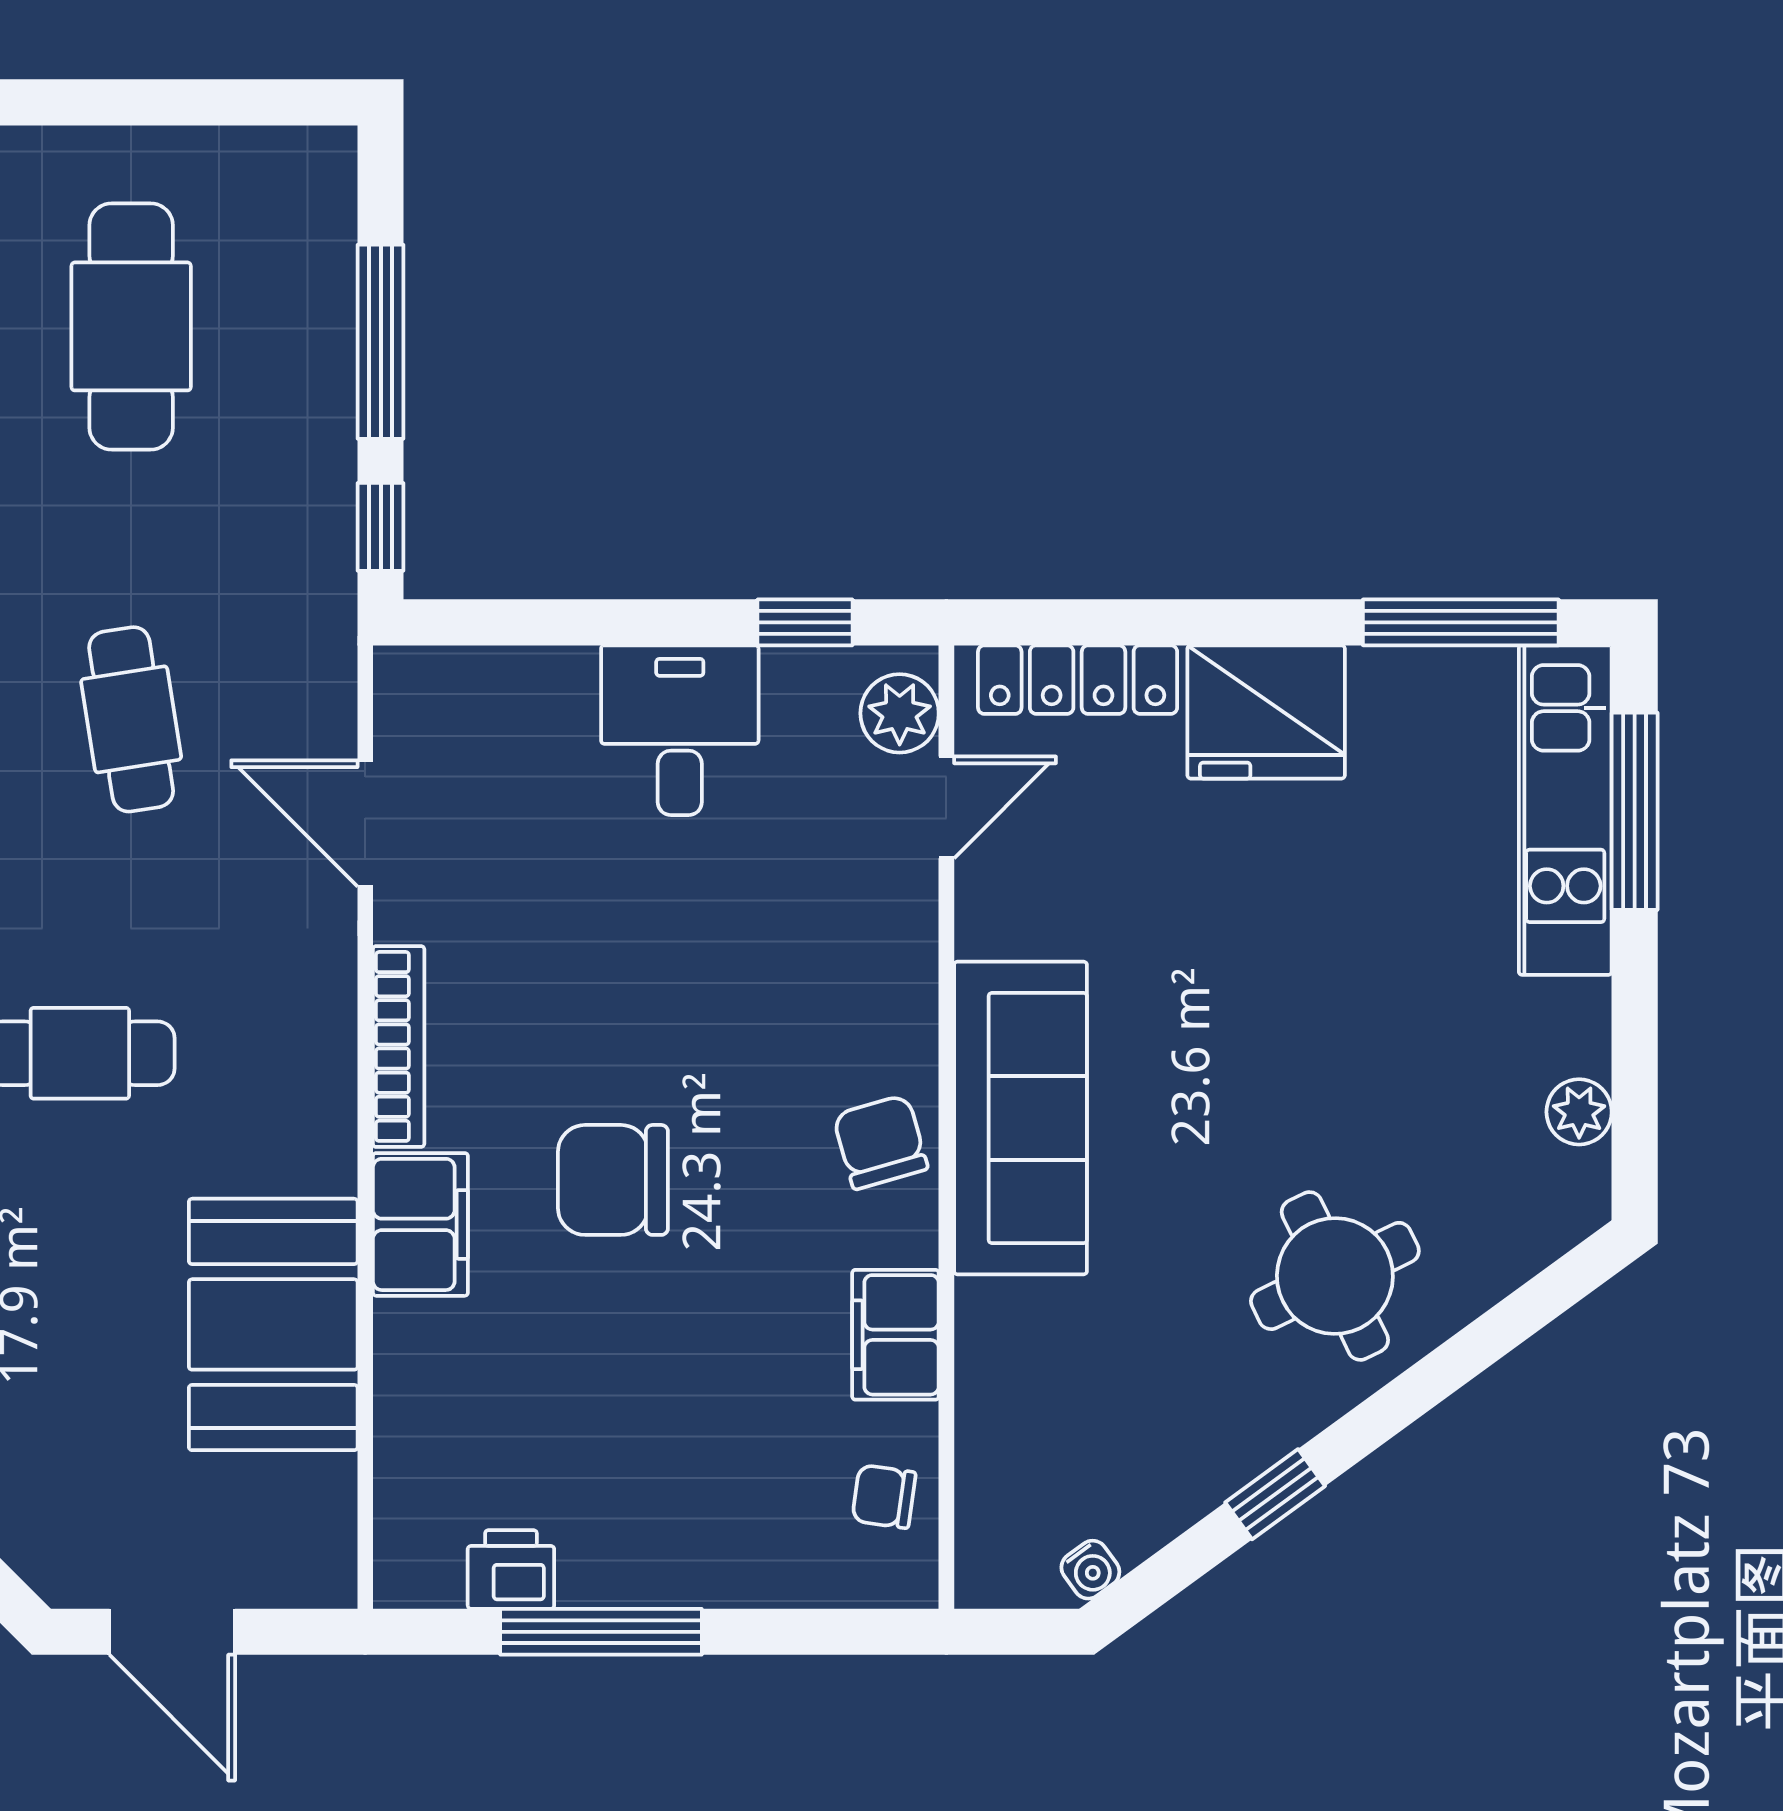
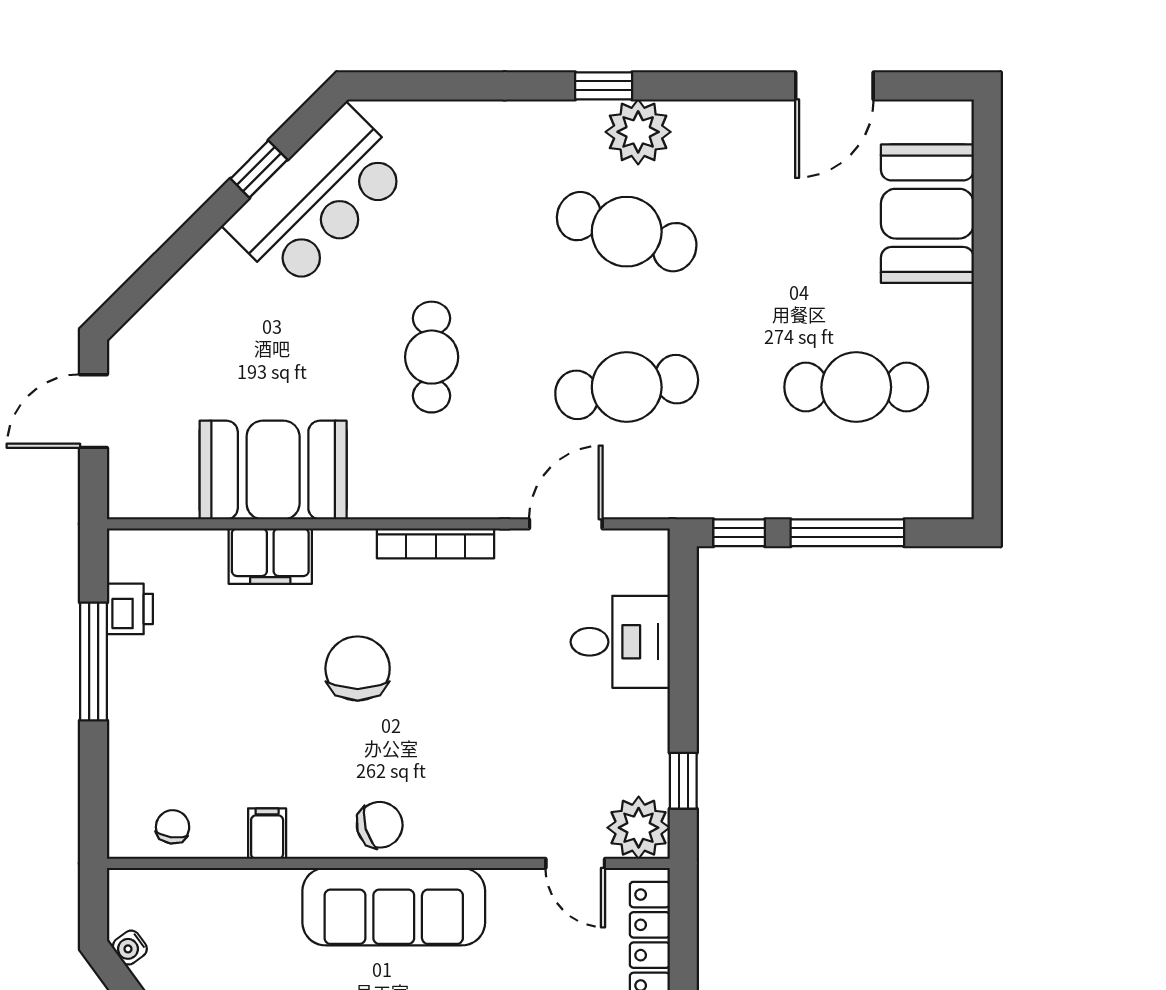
plant: (900, 713) -> (639, 828), width x1.36, depth x1.36
cafe table: (131, 719) -> (627, 387), width x1.37, depth x1.35
desk: (680, 730) -> (620, 642), moved
filing cabinet: (420, 1224) -> (270, 556), moved
filing cabinet: (895, 1335) -> (267, 834), width x0.50

